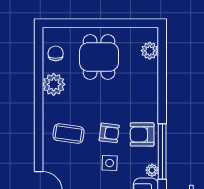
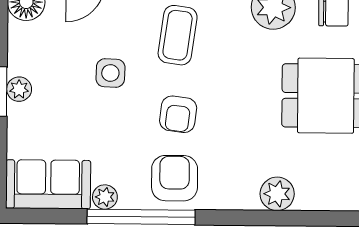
plant: (150, 51) -> (277, 194), moved
side table: (110, 163) -> (110, 73), moved

